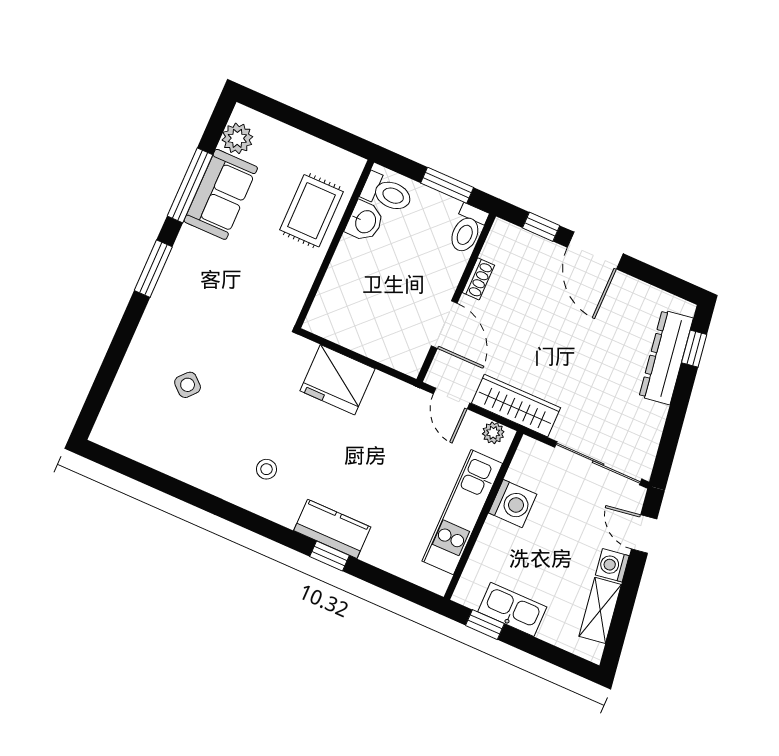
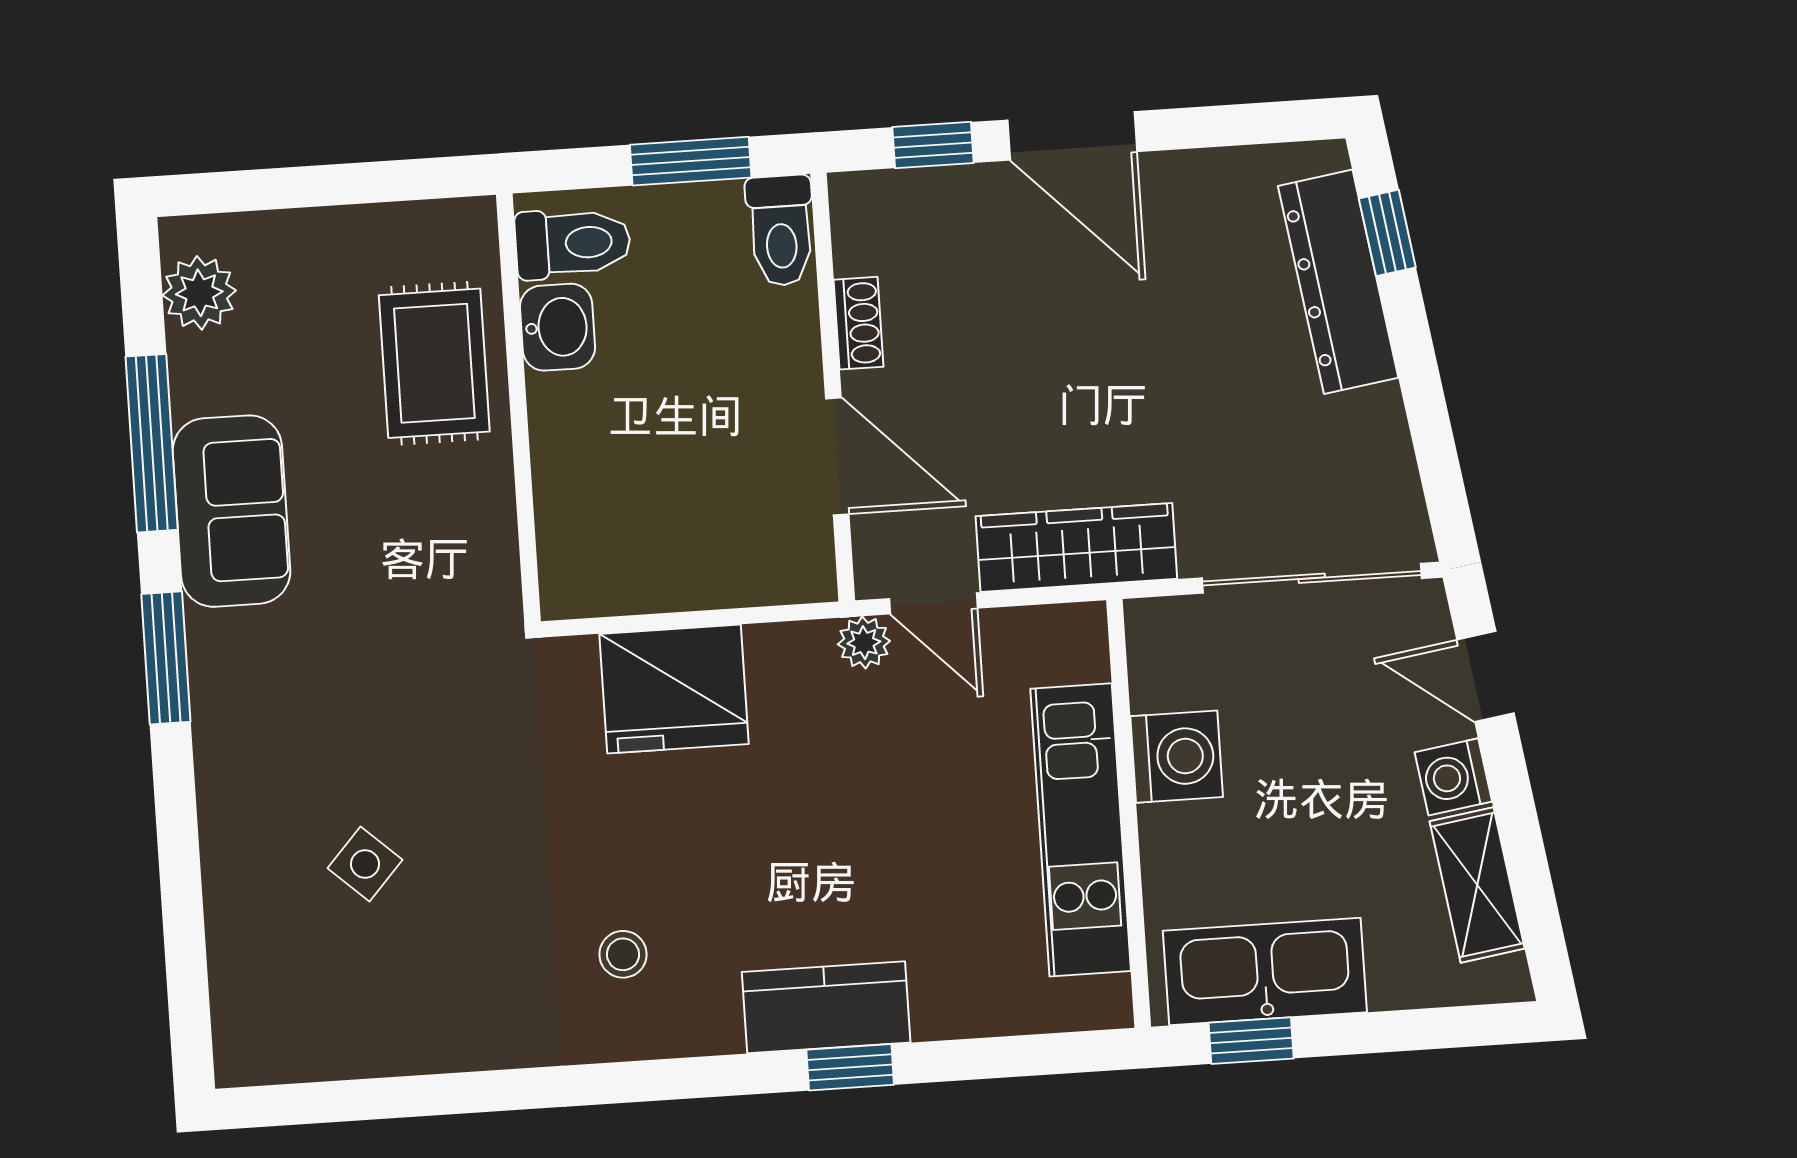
sofa: (221, 194) -> (231, 511), moved
plant: (493, 433) -> (864, 643), moved
kitchen sink: (512, 609) -> (1265, 972), width x1.36, depth x1.24

